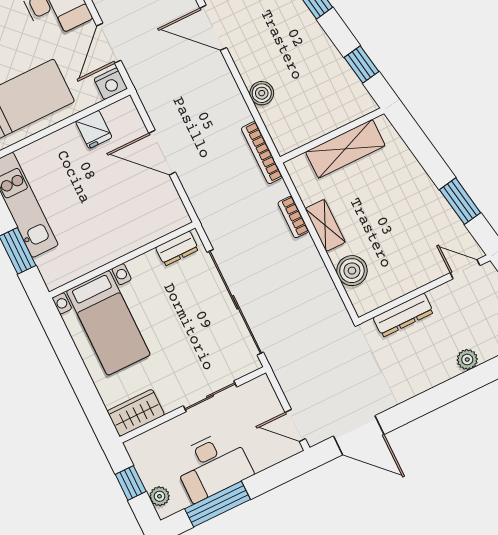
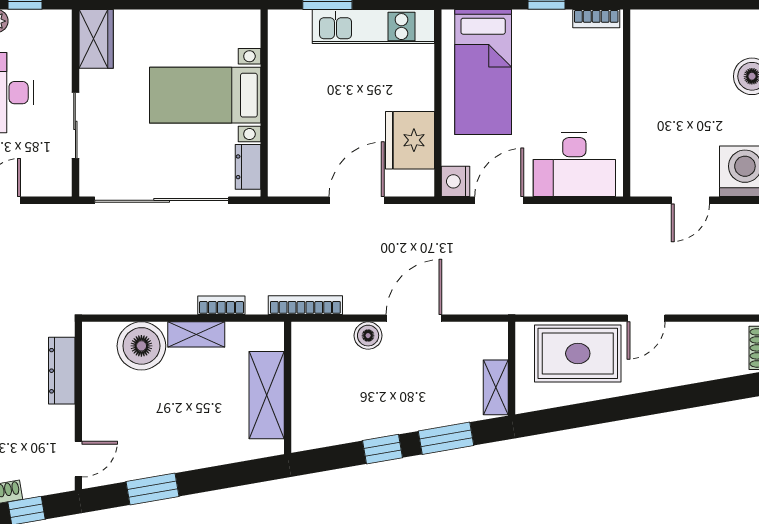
door: (213, 28) -> (414, 318), moved
door: (109, 43) -> (499, 200), hinge flipped
window: (362, 64) -> (383, 449), moved
fridge: (94, 129) -> (410, 140), width x1.88, depth x1.34
boiler: (352, 271) -> (141, 346), width x1.37, depth x1.37
bed with nightstands: (108, 323) -> (205, 95), moved

